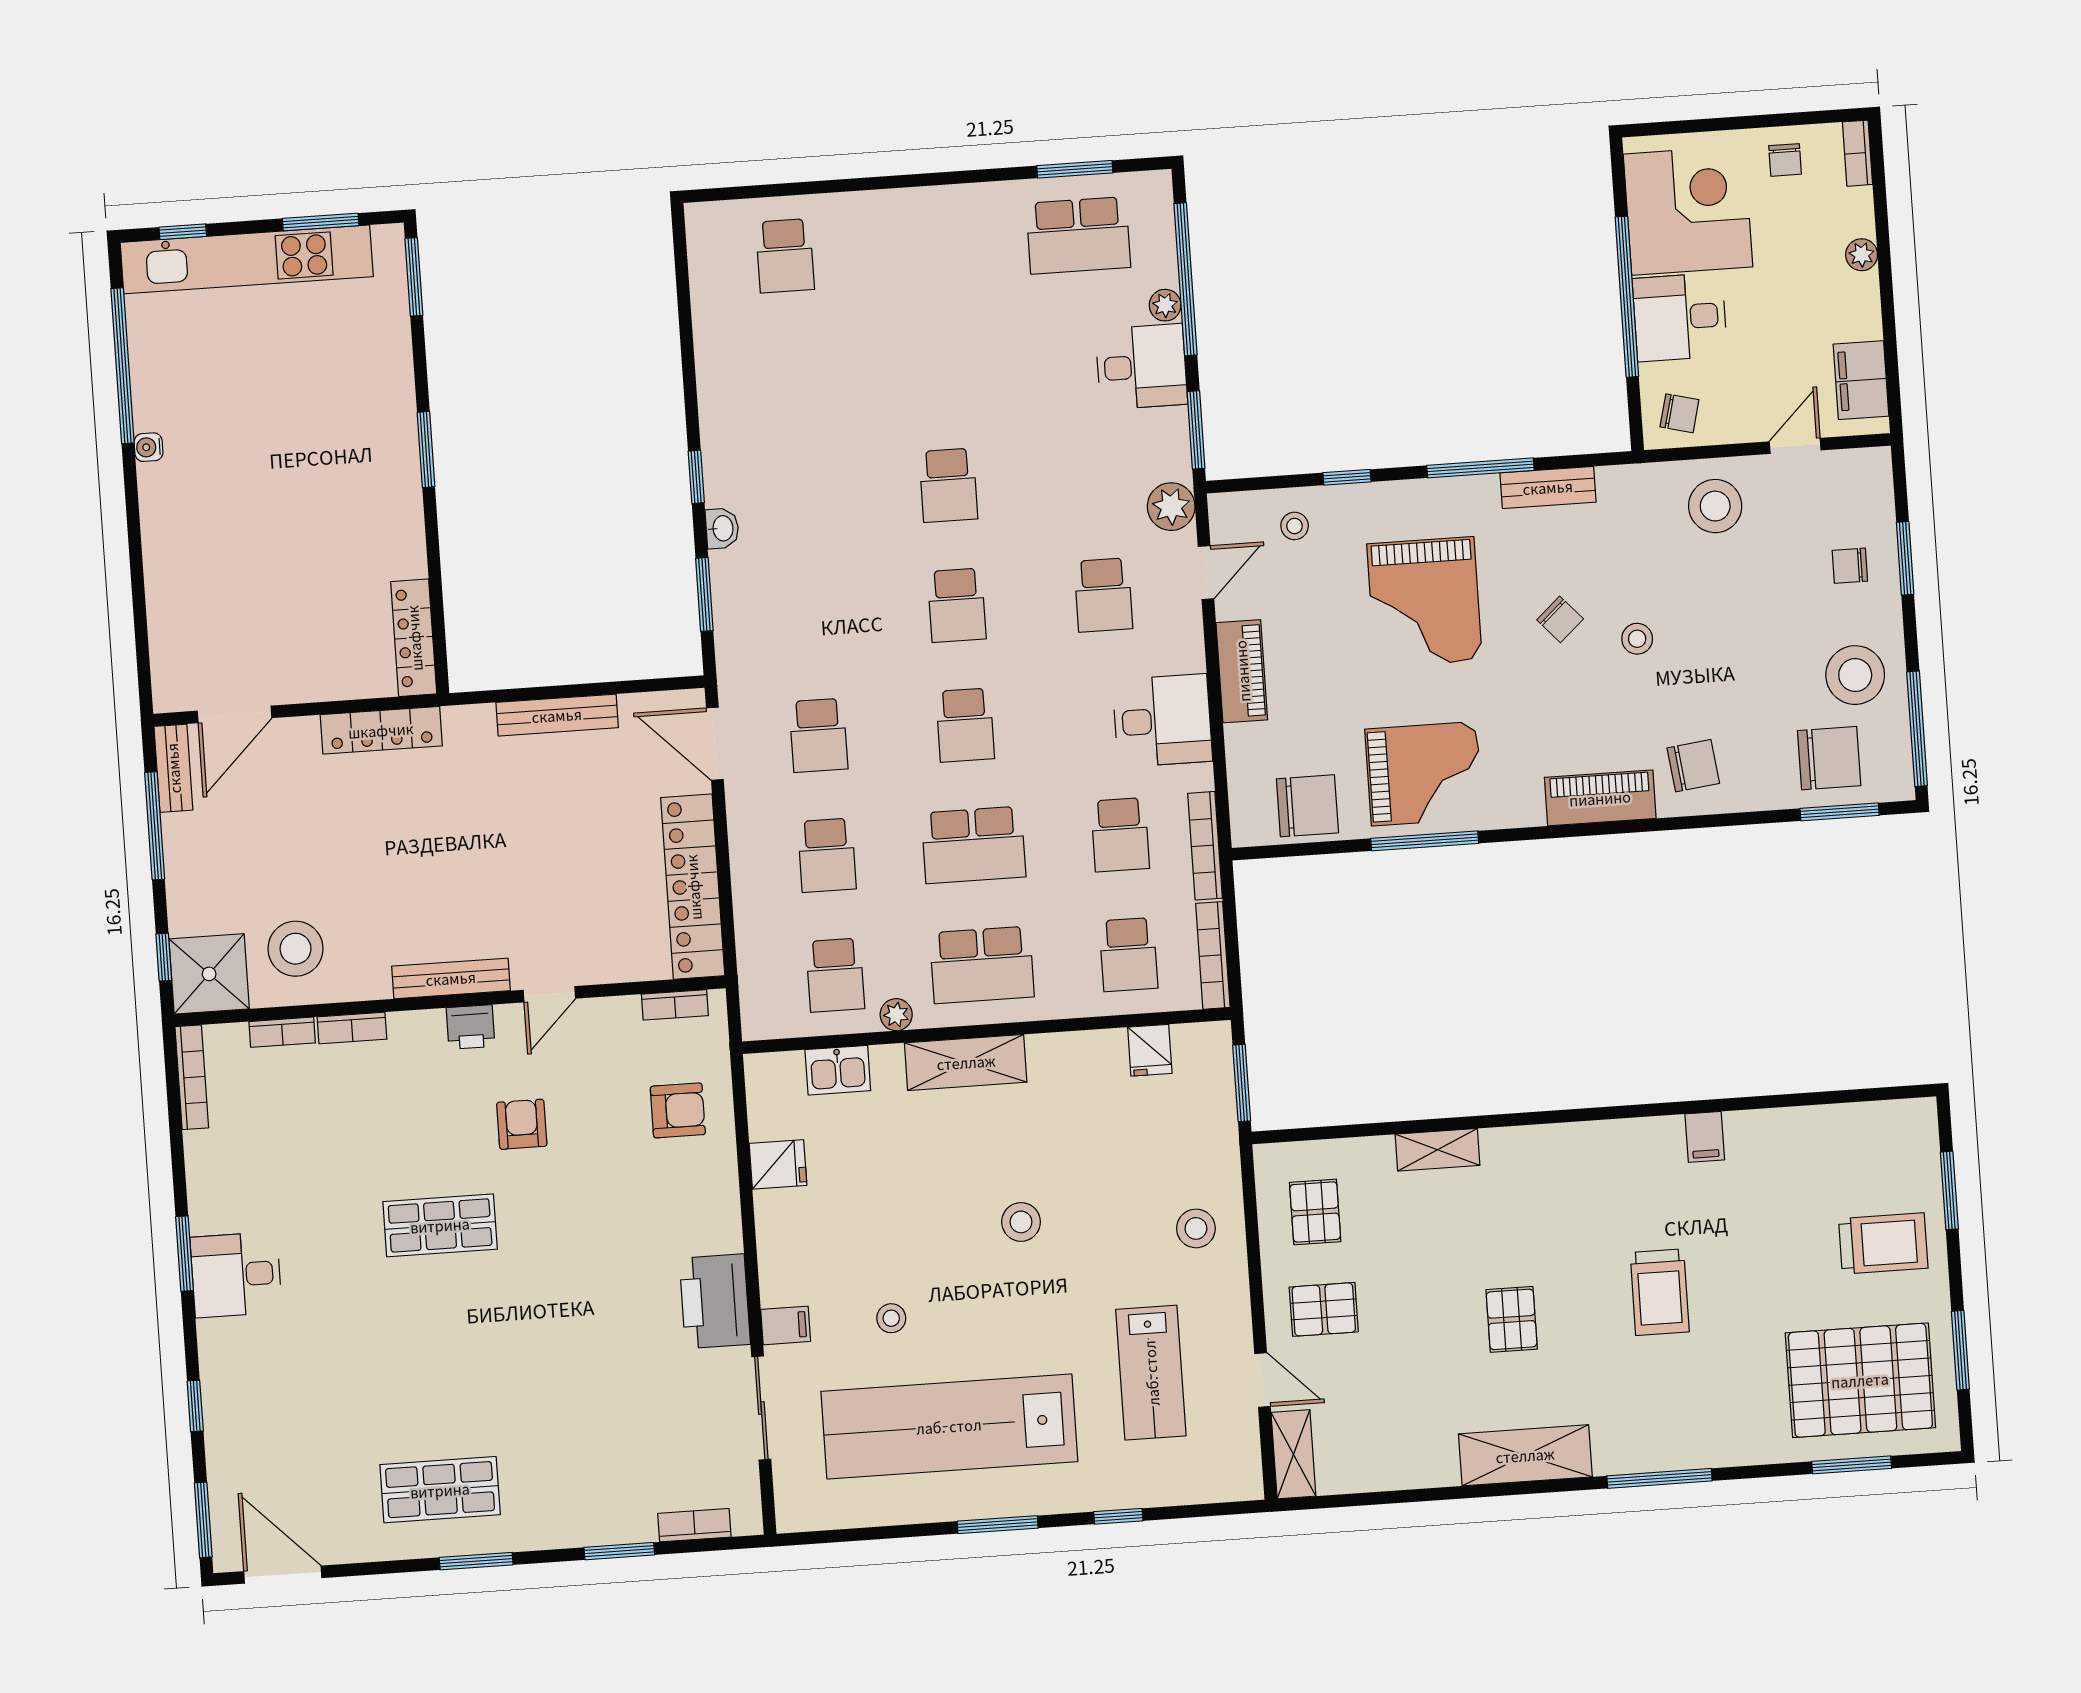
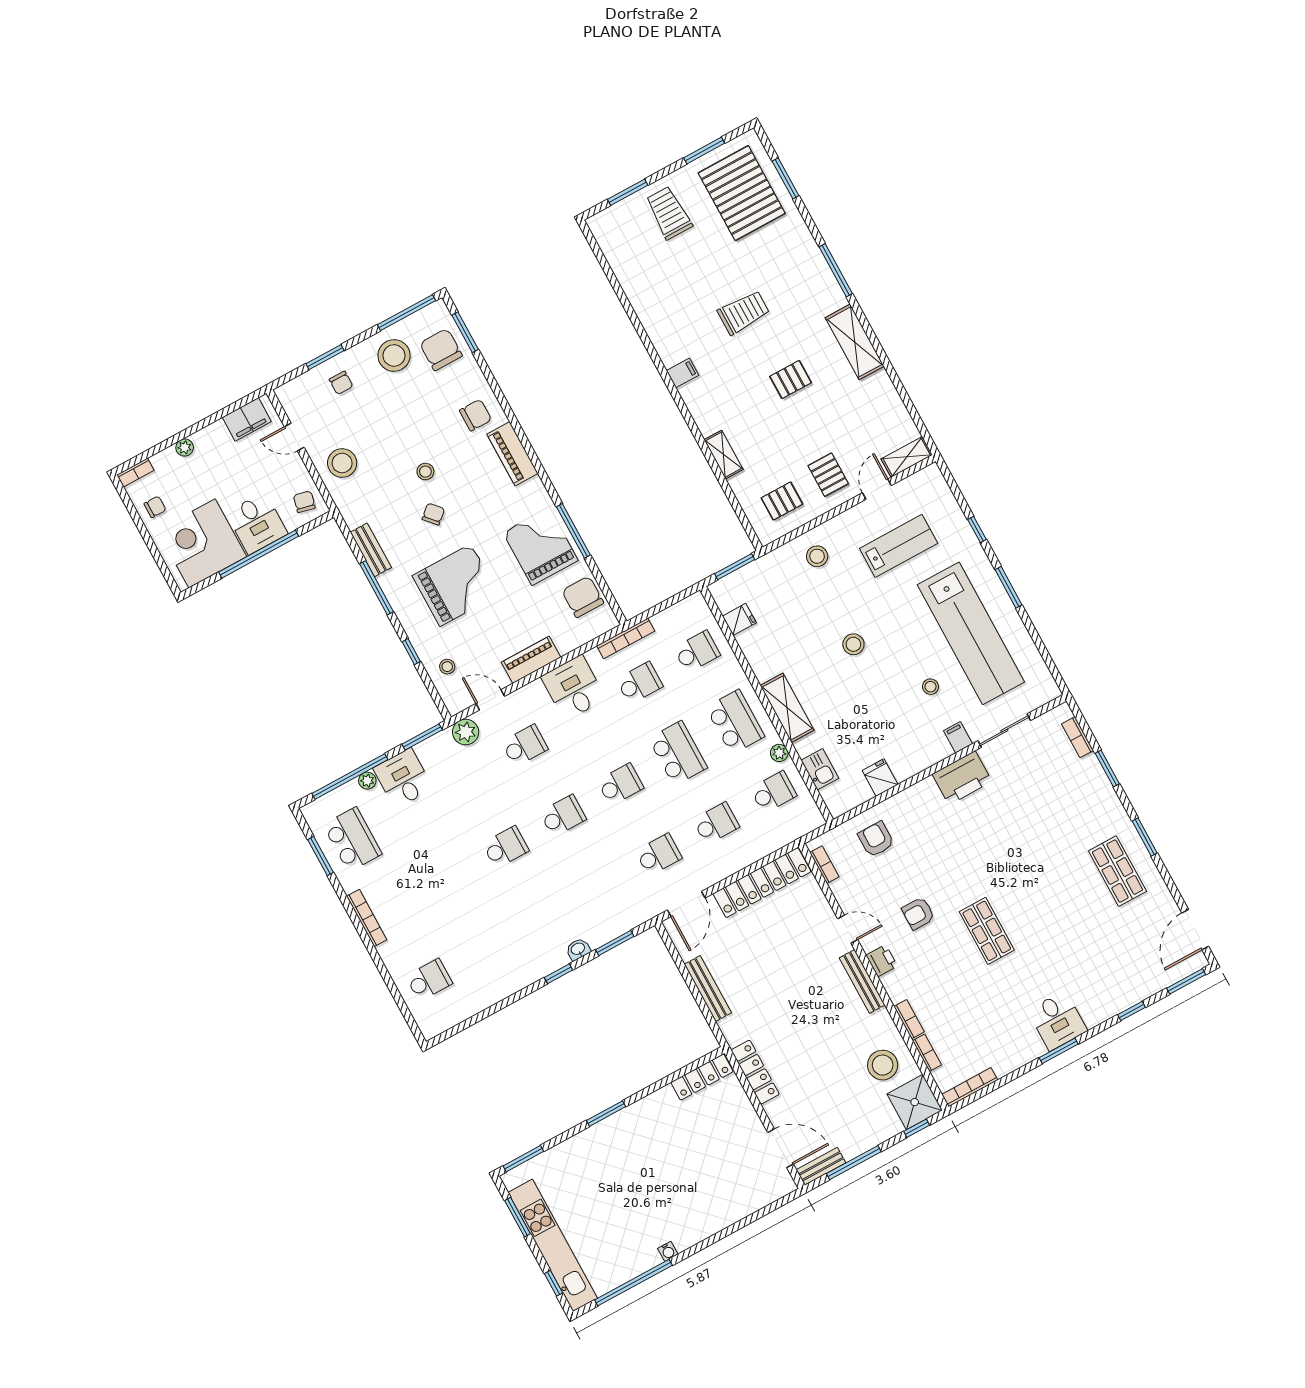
chair: (1693, 766) -> (475, 415), turned 97
bookcase: (1213, 955) -> (367, 918), moved, turned -90
filing cabinet: (1705, 1137) -> (682, 373), moved

